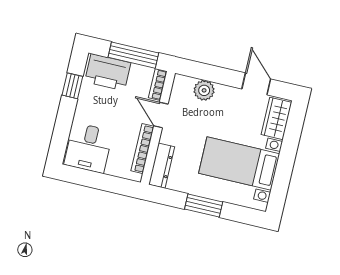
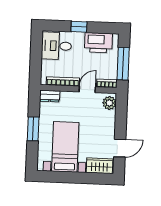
printer: (108, 72) -> (98, 43), moved, turned -90
window: (72, 86) -> (79, 27), moved
plant: (204, 90) -> (109, 103), moved
dresser: (162, 166) -> (50, 96), width x0.70

